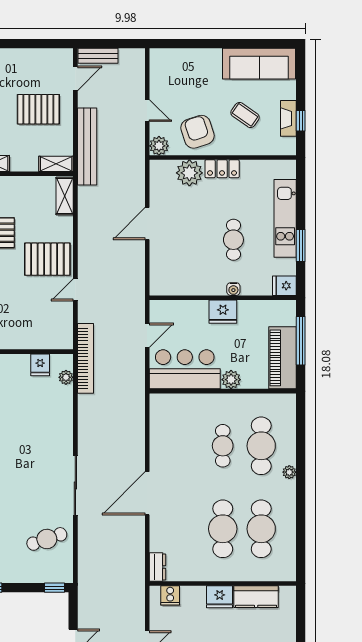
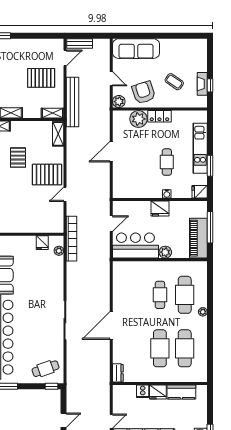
sofa: (259, 64) -> (136, 49), moved
cafe table: (47, 539) -> (46, 369), moved
cooker: (170, 595) -> (143, 391), moved

